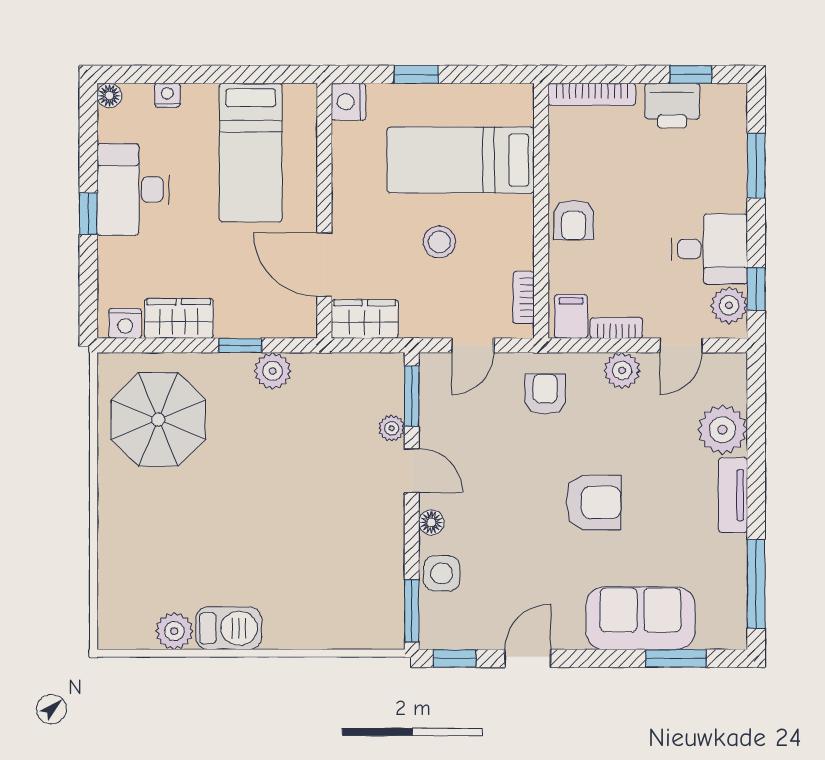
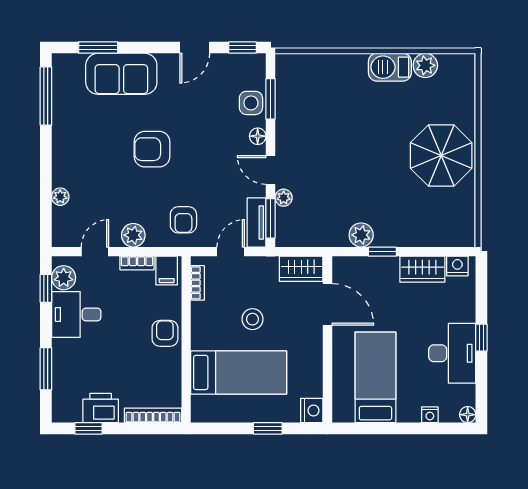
parasol: (158, 419) -> (441, 155), moved
plant: (722, 430) -> (60, 197), width x0.53, depth x0.53
tv unit: (733, 495) -> (257, 222), moved, turned 180
window: (412, 611) -> (270, 99), moved

